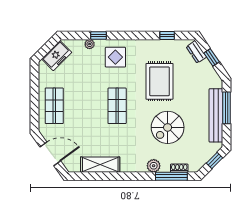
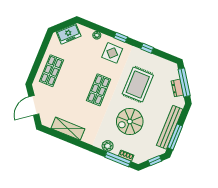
window: (98, 35) -> (121, 37), moved
window: (167, 35) -> (147, 48), moved
dresser: (196, 52) -> (177, 88), moved
window: (212, 57) -> (184, 82), width x2.17
window: (226, 108) -> (175, 137), moved
door: (50, 154) -> (34, 105), swing flipped

